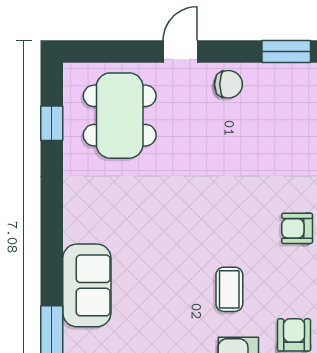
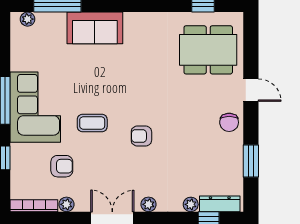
armchair: (297, 228) -> (141, 136), moved, turned -90

